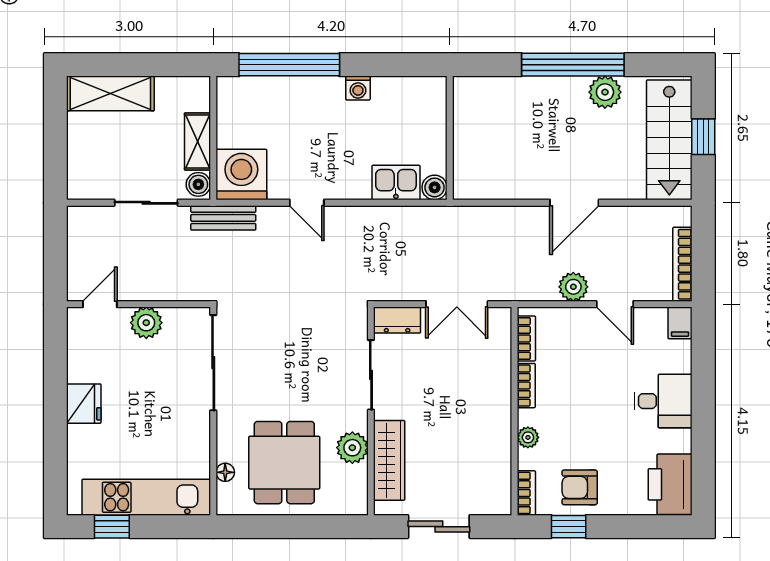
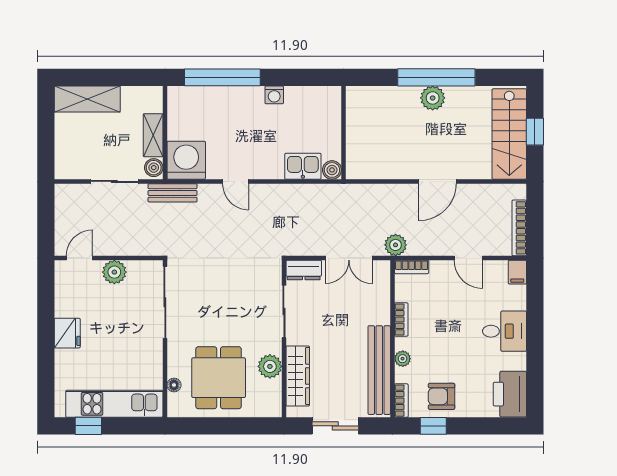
plant: (605, 92) -> (433, 98), moved
plant: (573, 287) -> (396, 245), moved
bookcase: (526, 338) -> (412, 267), moved, turned 90
bench: (497, 453) -> (379, 370), added

